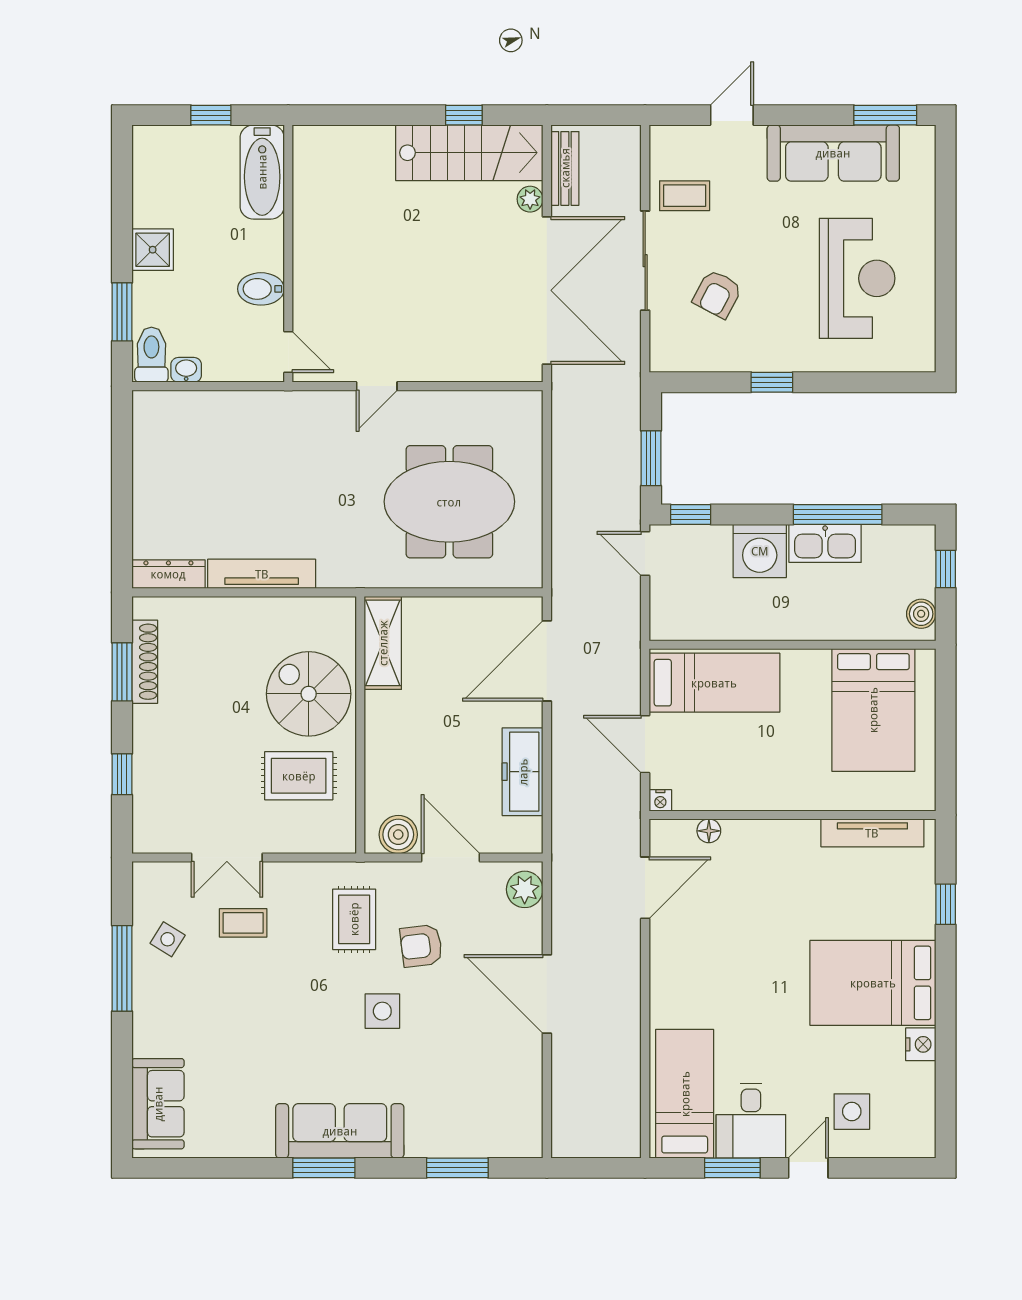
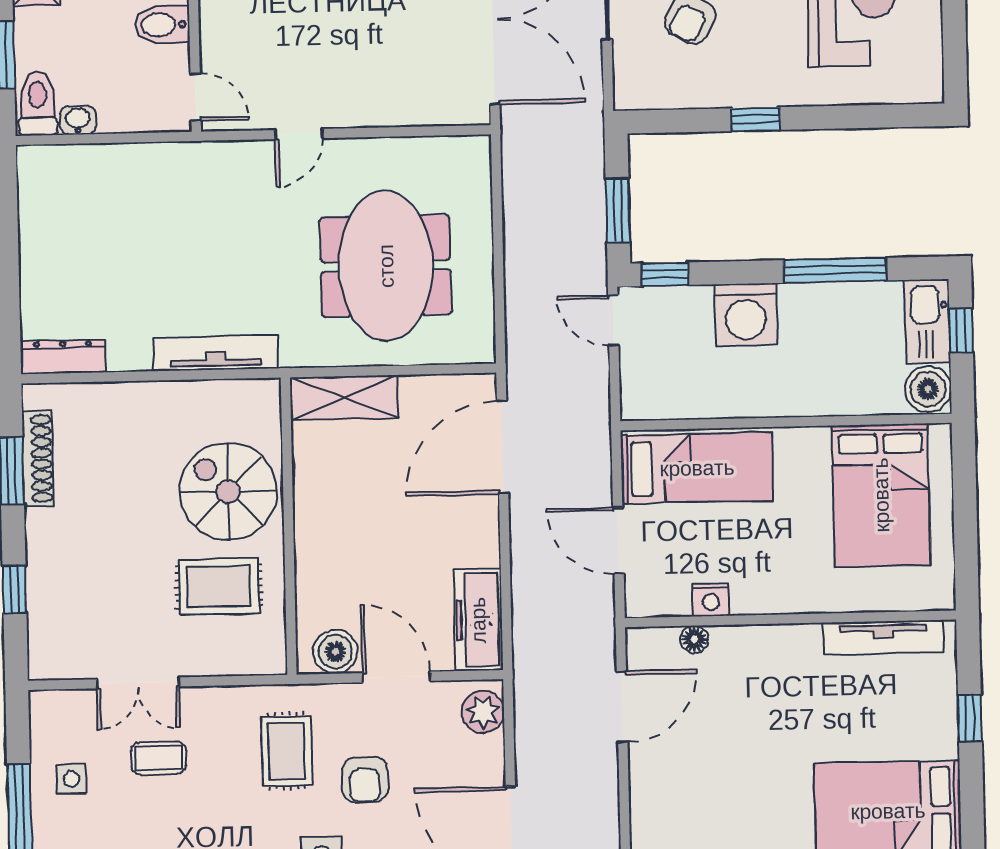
meeting table: (449, 502) -> (386, 266), turned 90
kitchen sink: (825, 543) -> (928, 321), moved, turned 90
tv unit: (262, 574) -> (216, 353), moved
boiler: (921, 614) -> (928, 389), width x1.36, depth x1.36
shelving: (383, 643) -> (344, 398), moved, turned 90
freezer: (523, 772) -> (478, 620), moved
nightstand: (660, 800) -> (711, 599), moved, width x1.39, depth x1.35
side table: (168, 939) -> (71, 779), turned -32
armchair: (421, 946) -> (365, 780), turned -83

